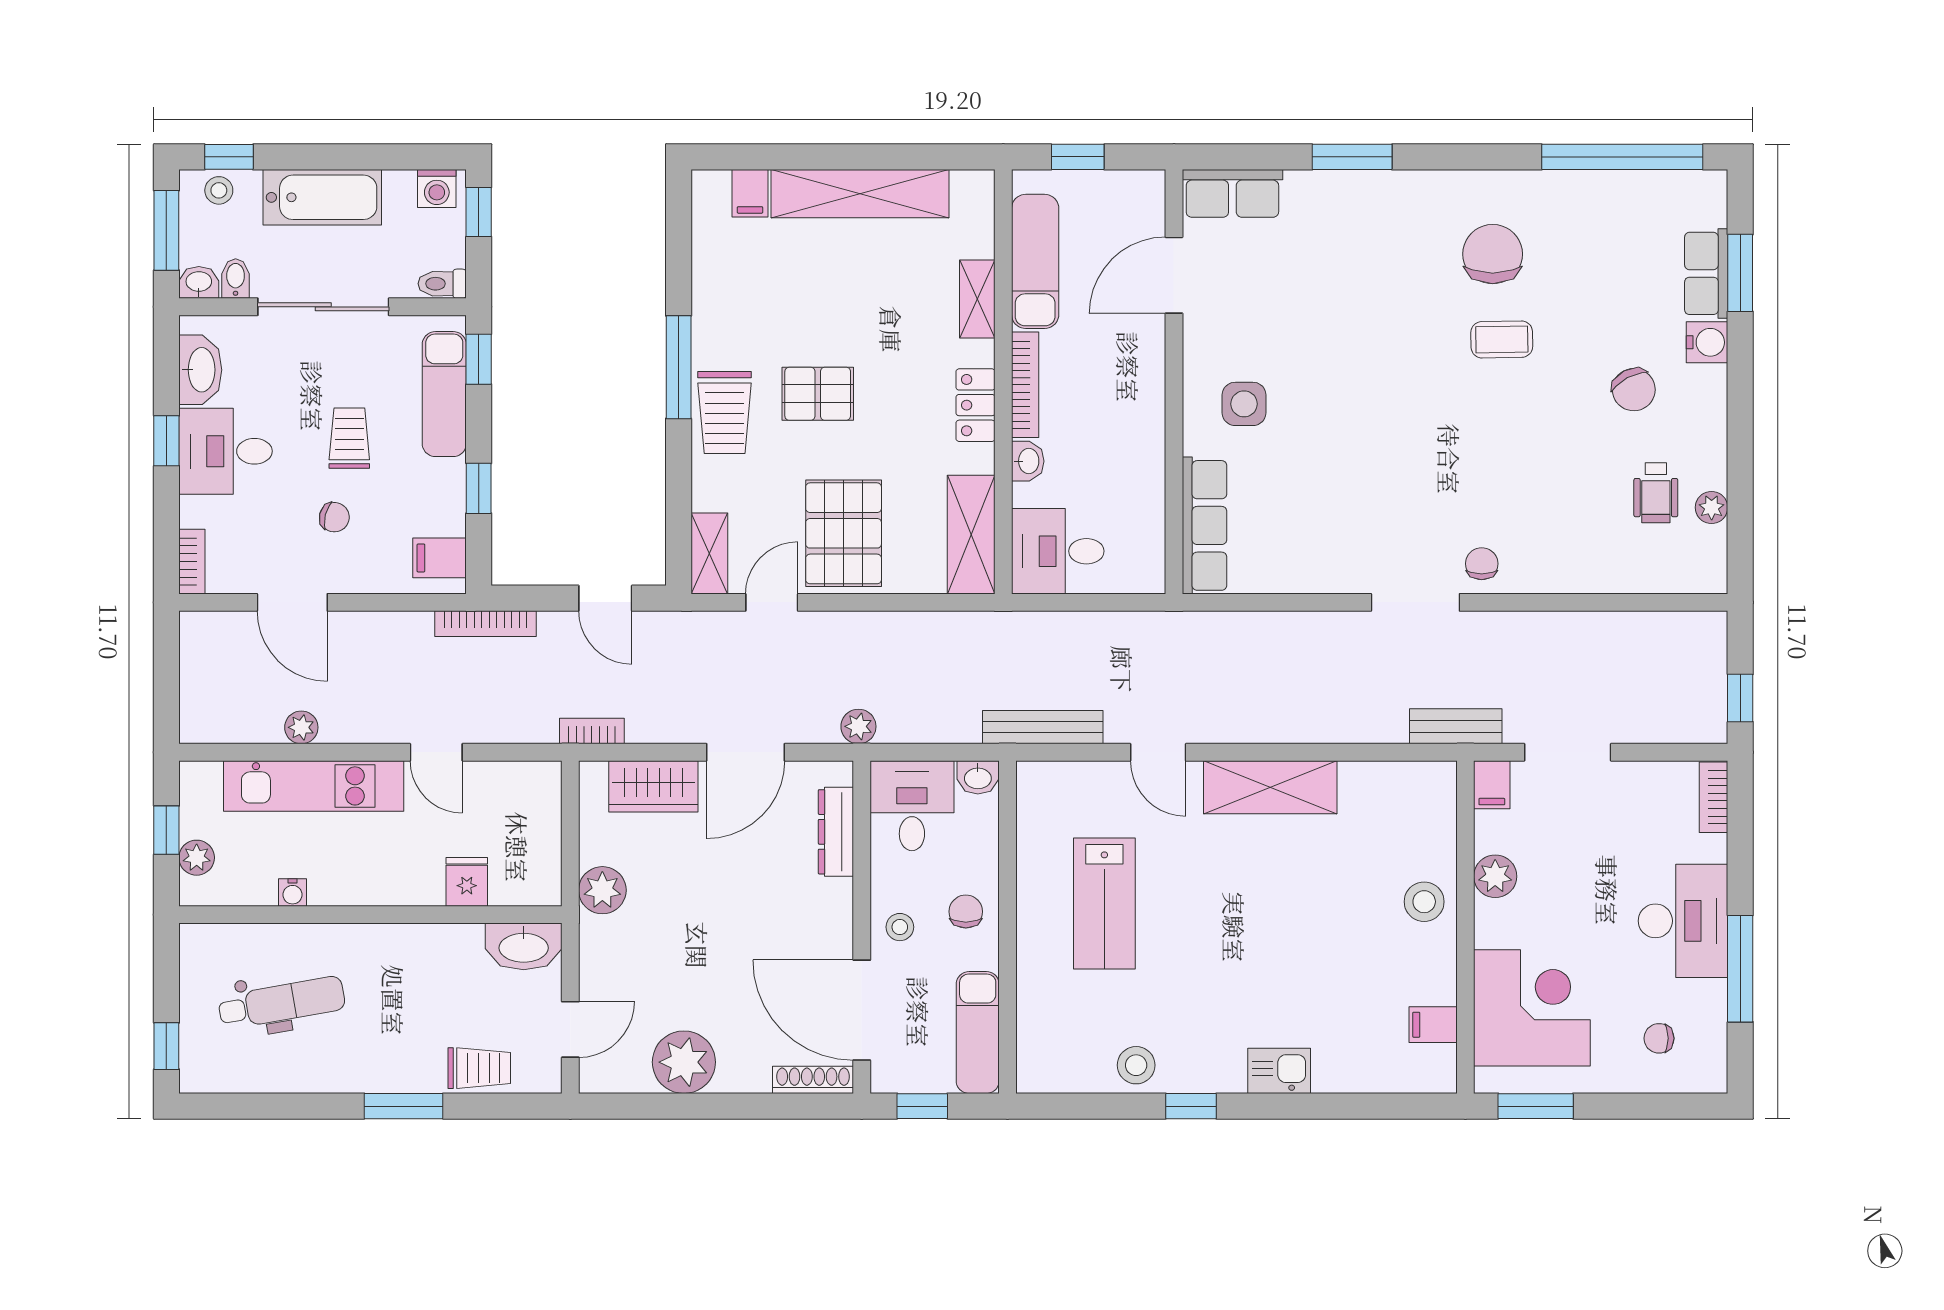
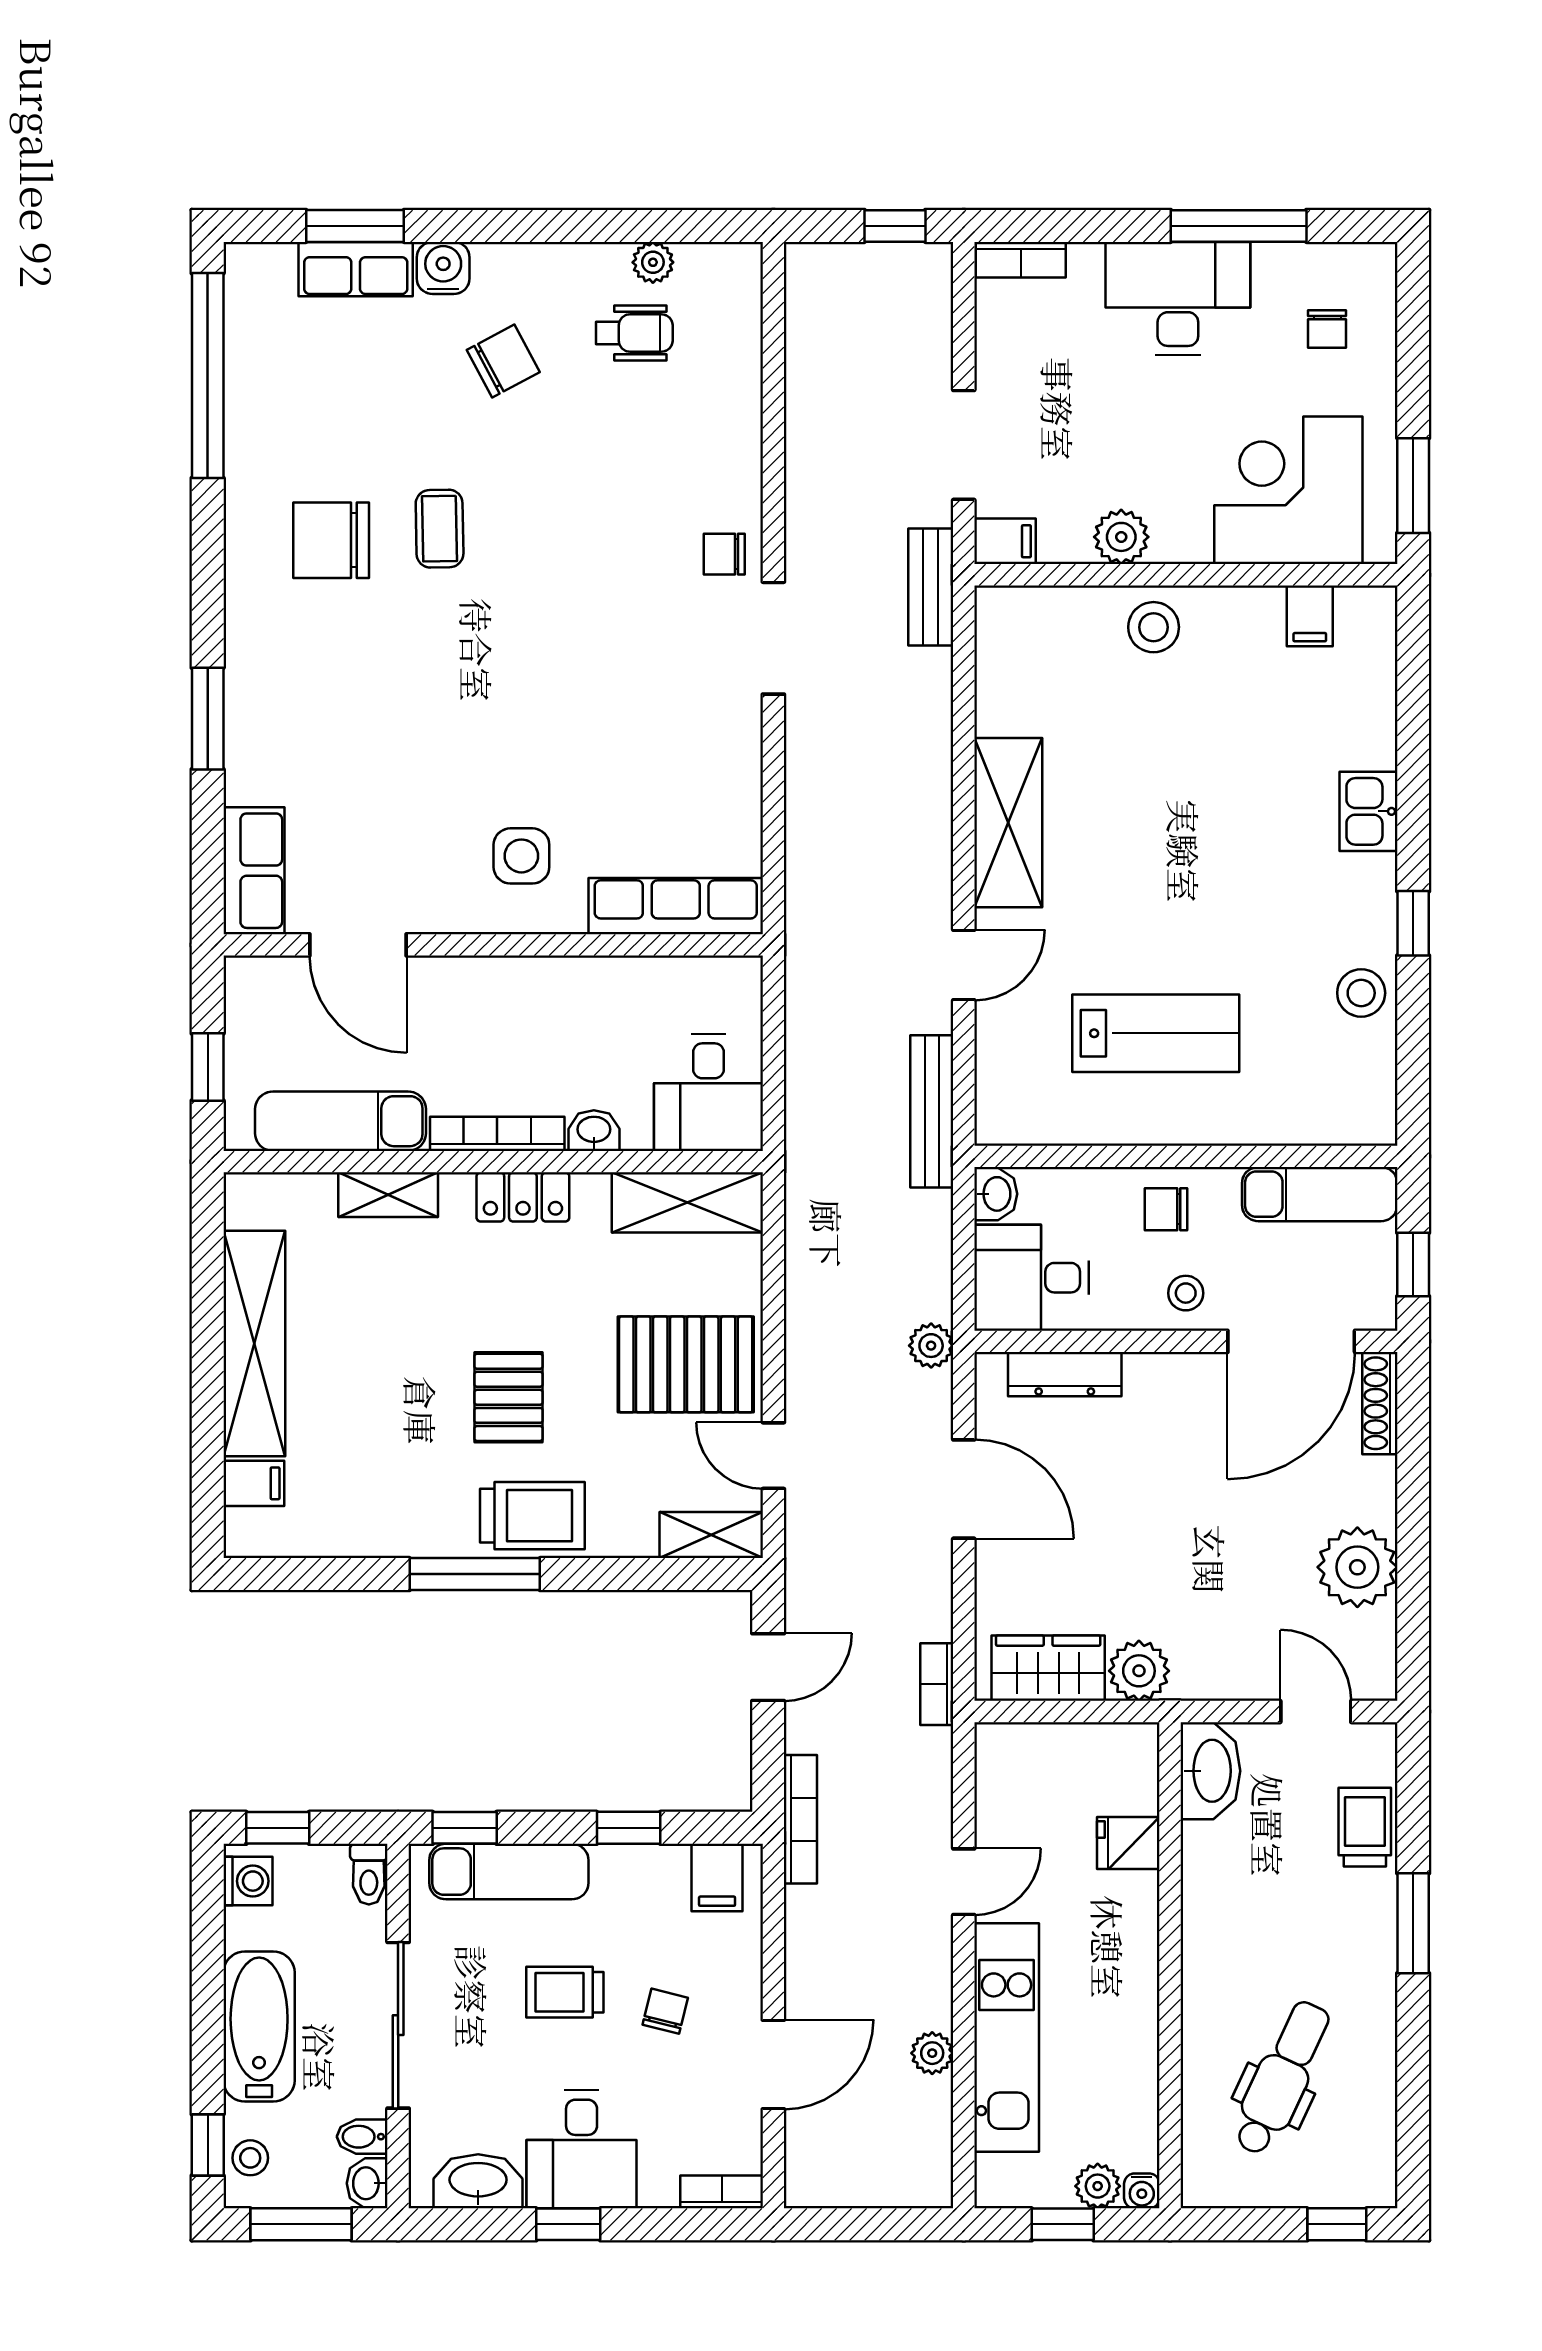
wardrobe: (653, 786) -> (1048, 1668), moved, turned -90
water cooler: (293, 892) -> (1142, 2191), moved, turned 90
dental chair: (282, 1003) -> (1282, 2078), turned 35

